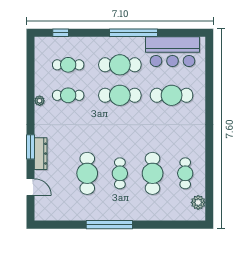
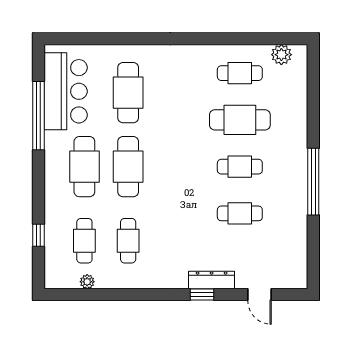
window: (61, 33) -> (39, 235), moved
window: (134, 33) -> (39, 116), moved
plant: (40, 101) -> (87, 282), moved
window: (30, 147) -> (202, 295), width x0.67
cafe table: (87, 173) -> (240, 213), width x0.73, depth x0.74
door: (30, 187) -> (260, 295), swing flipped

